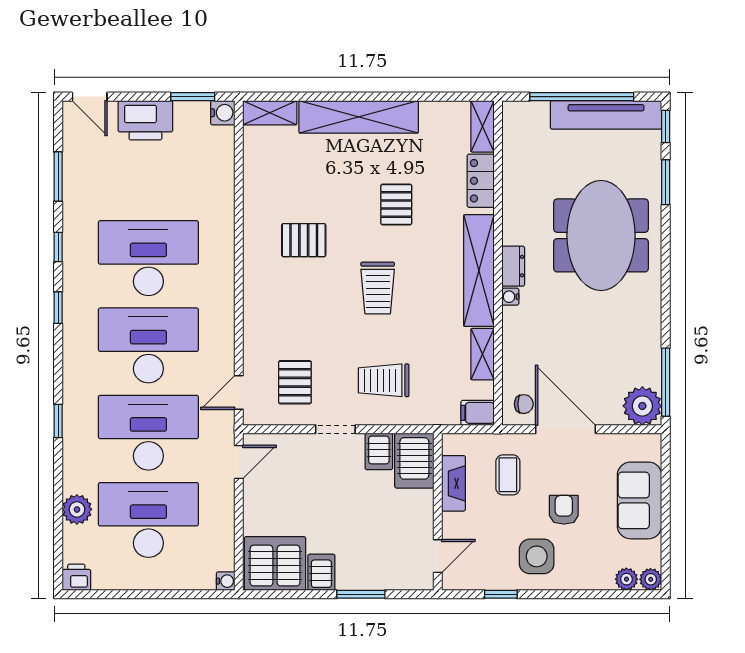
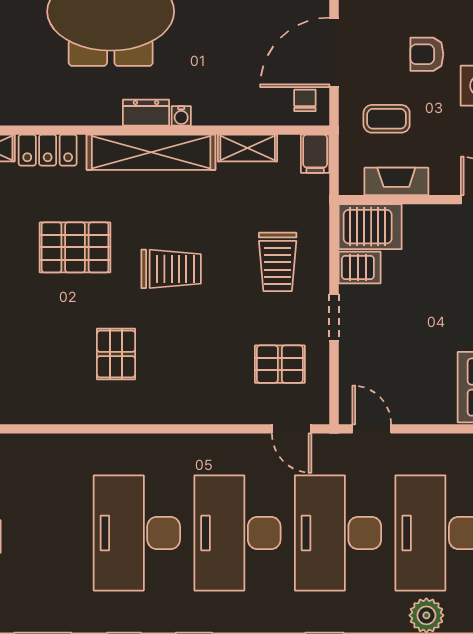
pallet: (396, 205) -> (75, 247), width x1.50, depth x1.42

